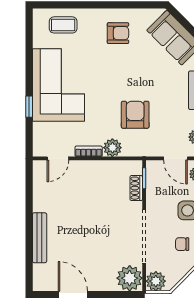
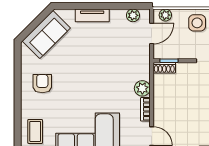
armchair: (135, 115) -> (114, 69), removed
shoe rack: (136, 188) -> (164, 68), moved

